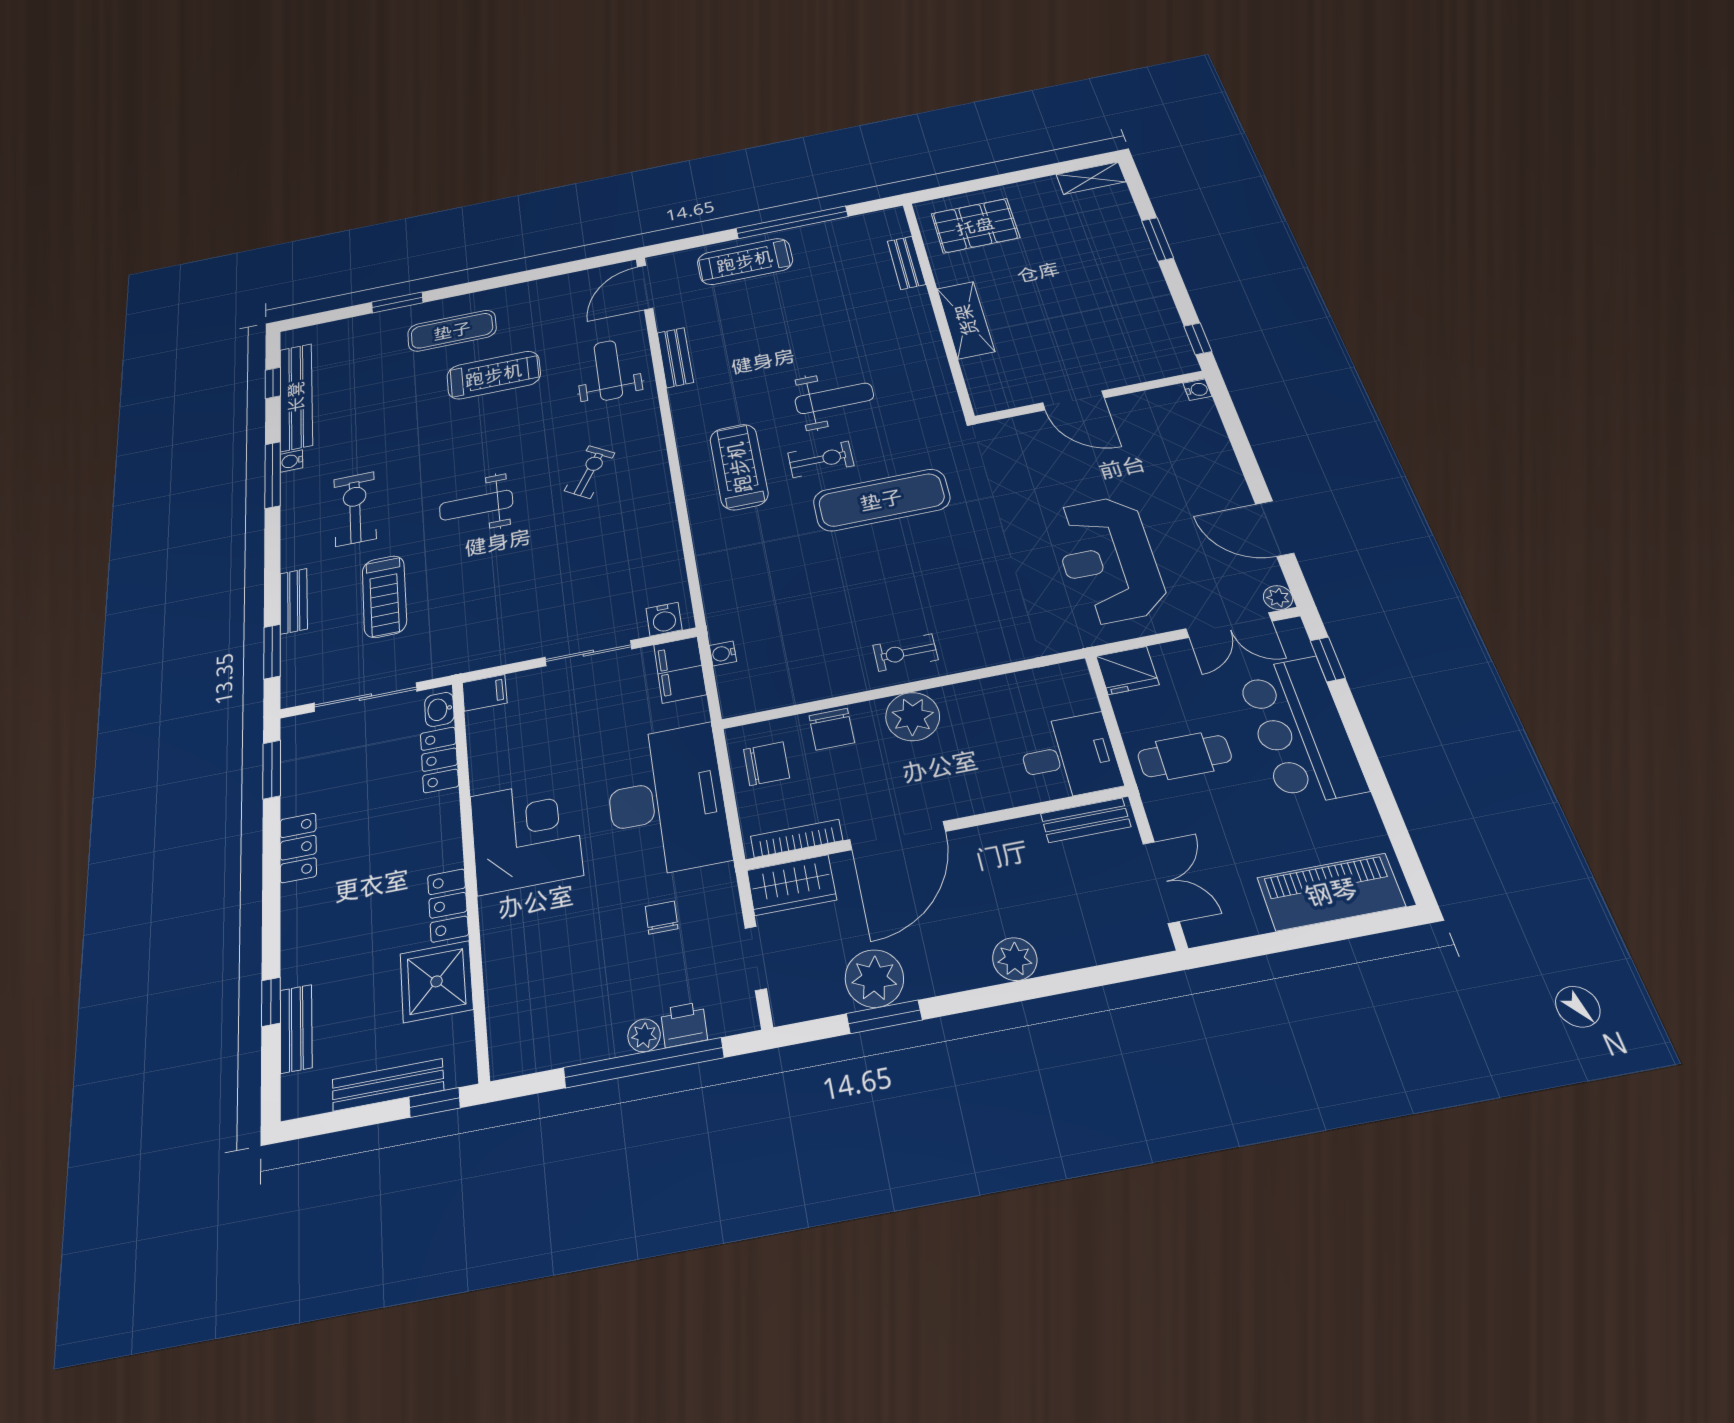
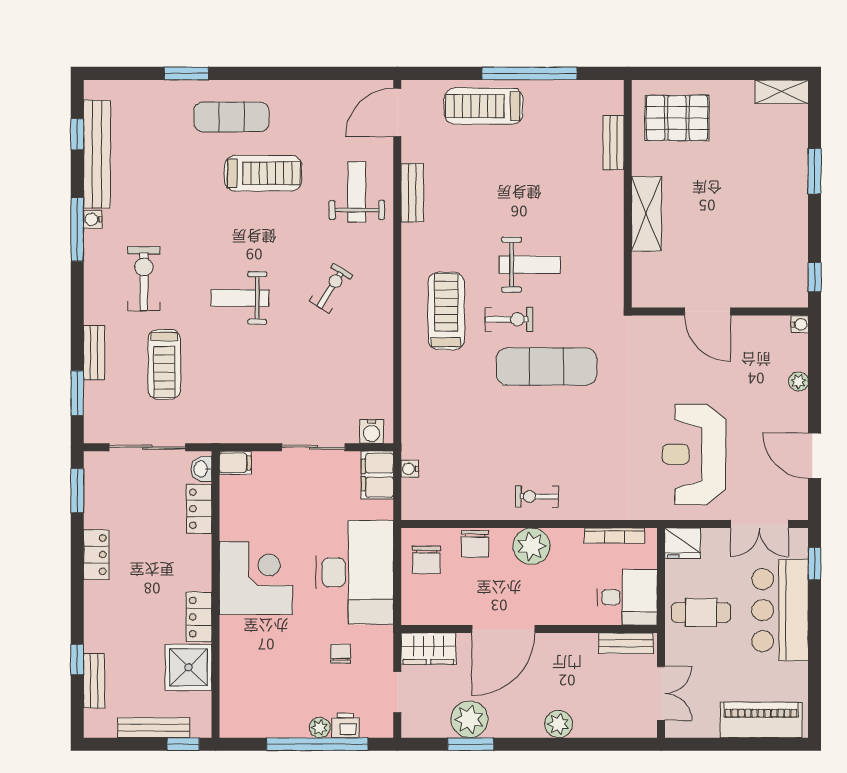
plant: (1278, 598) -> (799, 381), moved
chair: (766, 764) -> (426, 560), turned 90
bookcase: (797, 838) -> (614, 536), moved, turned 180

